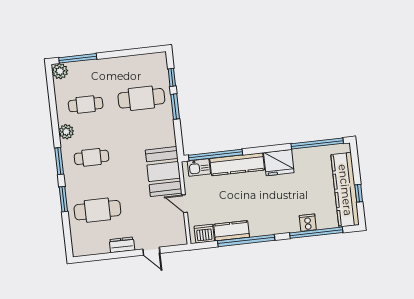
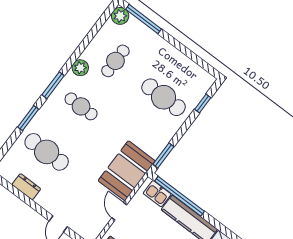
cafe table: (86, 105) -> (115, 61), turned 90
window: (175, 107) -> (163, 156), moved
dresser: (122, 245) -> (26, 187), moved

